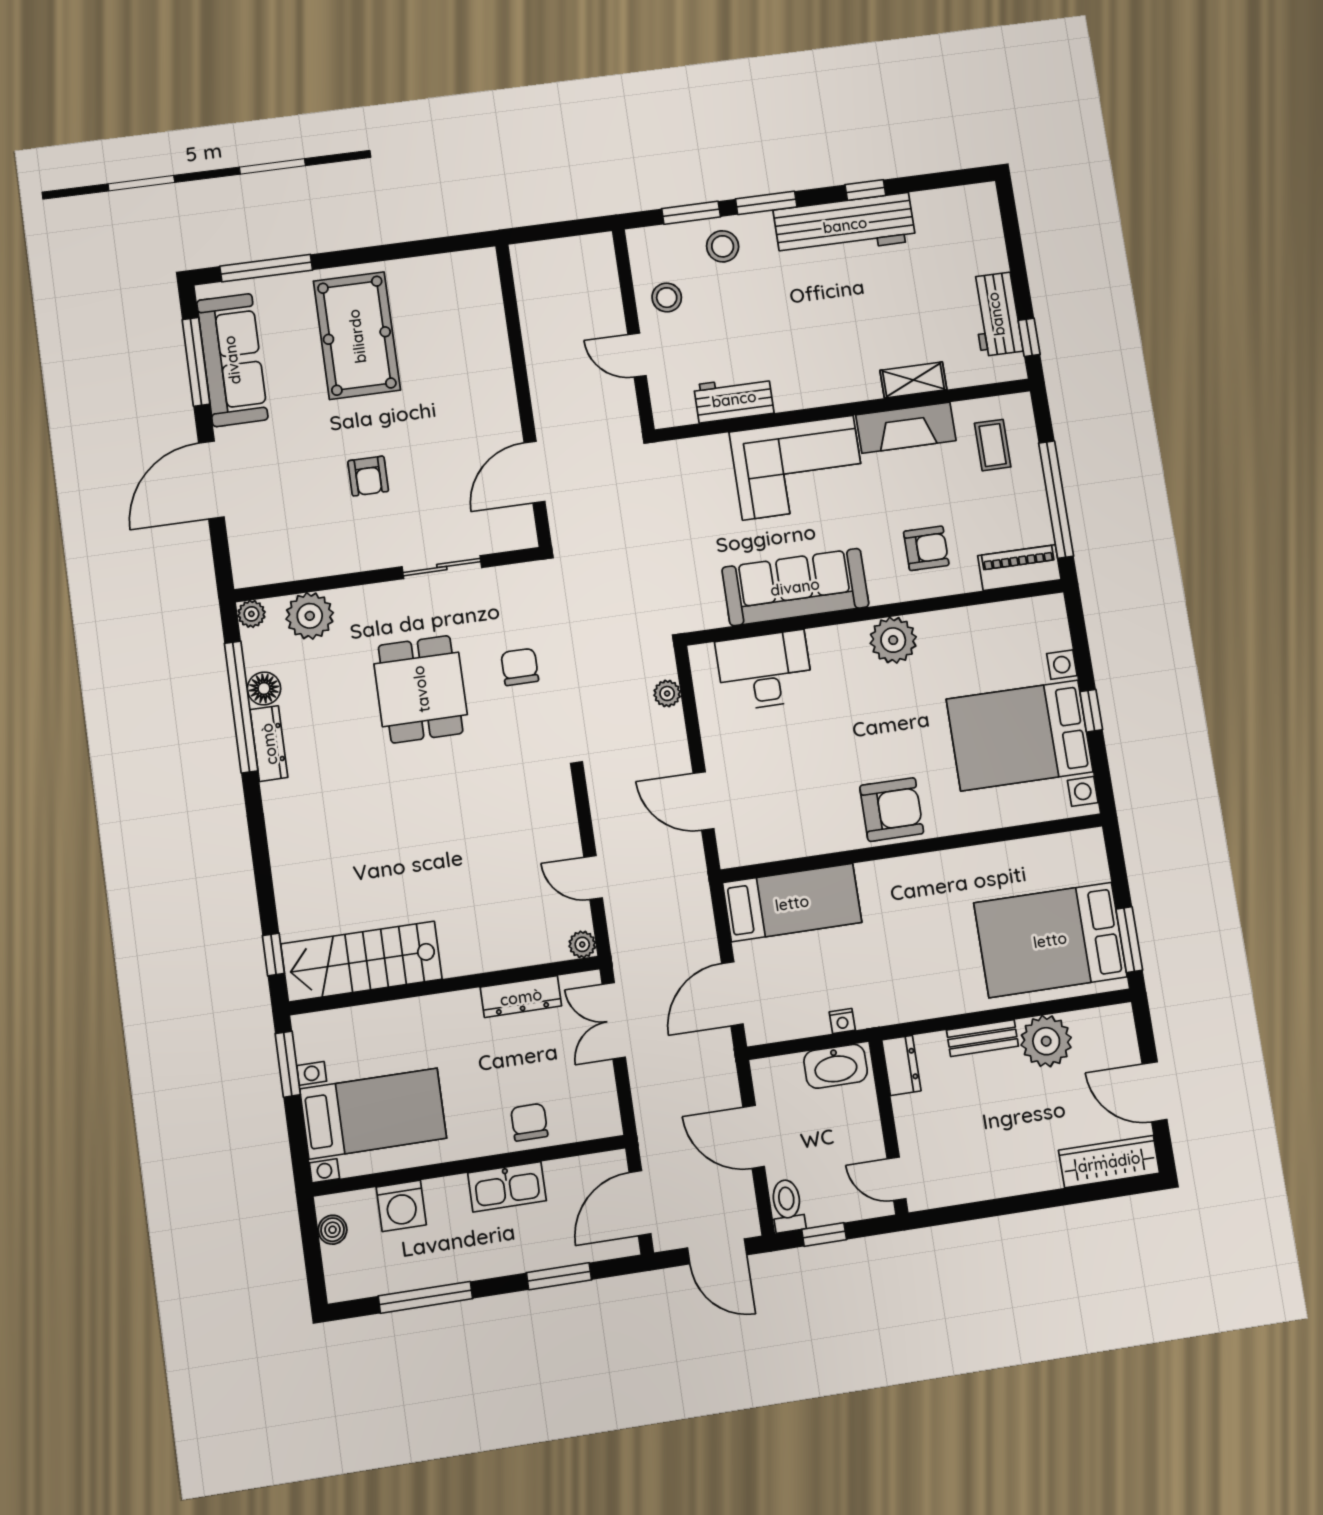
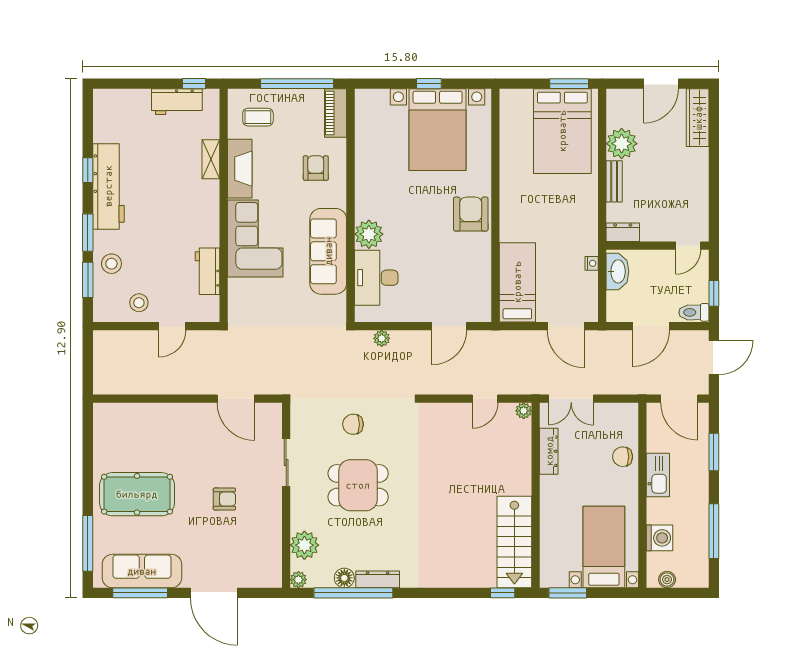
plant: (893, 640) -> (369, 234), moved

